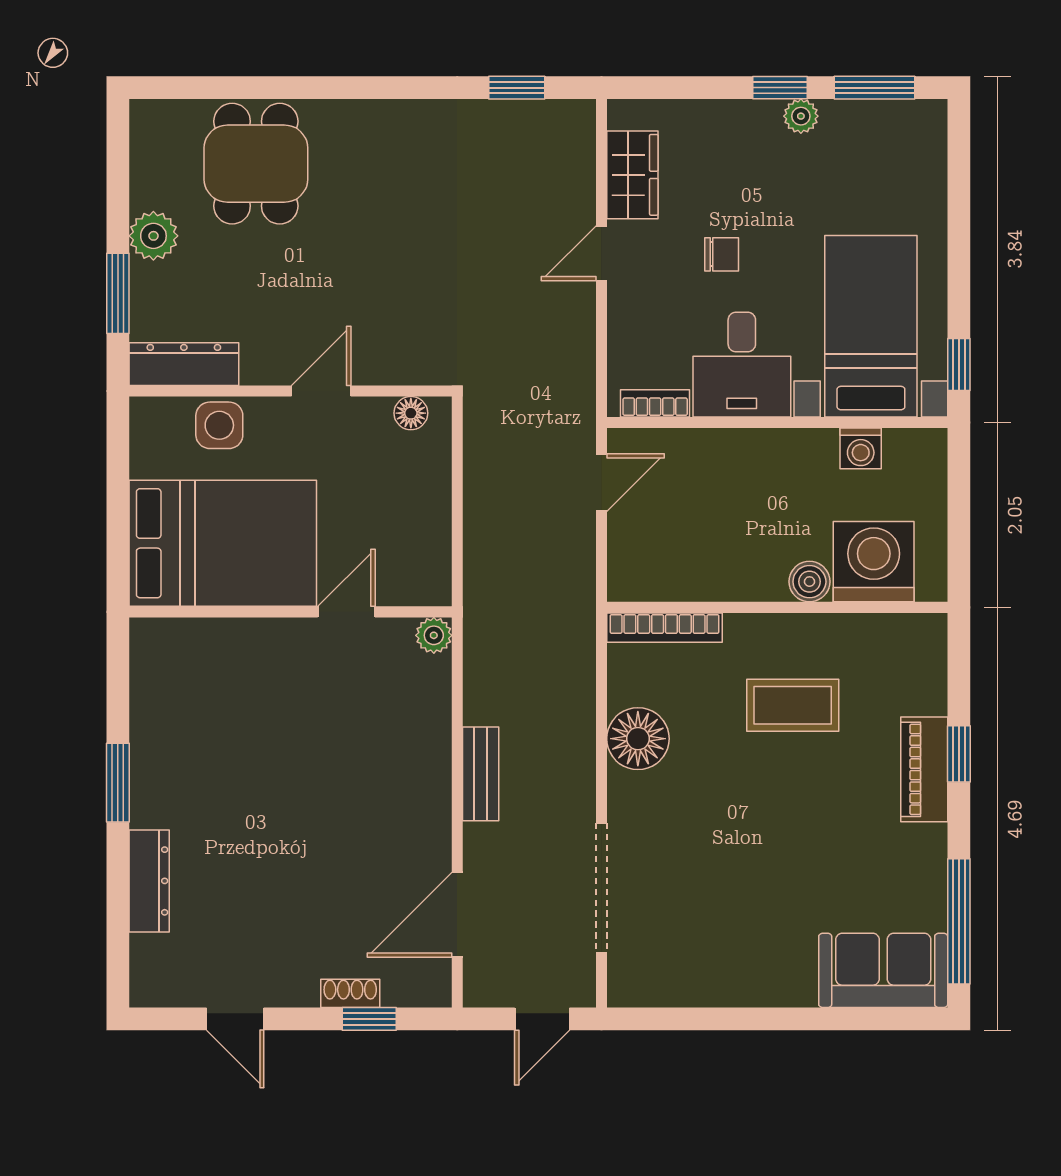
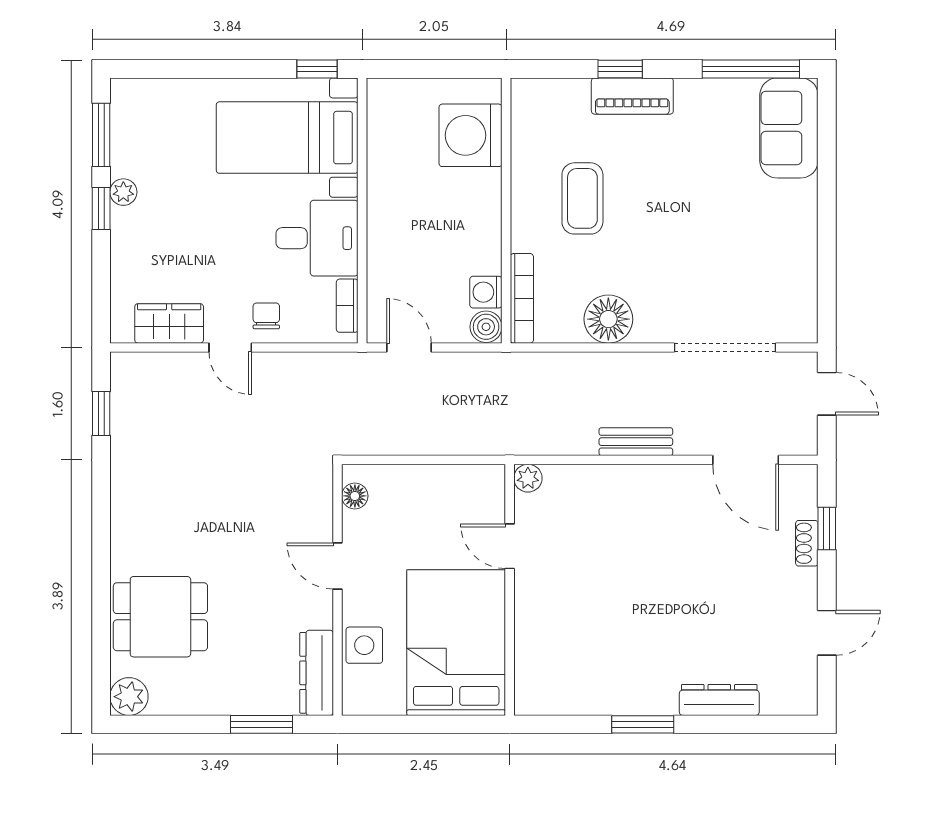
plant: (153, 236) -> (129, 697), moved
chair: (722, 254) -> (266, 316), moved
washing machine: (861, 448) -> (486, 292), moved, turned 180
boiler: (809, 582) -> (486, 327), moved

